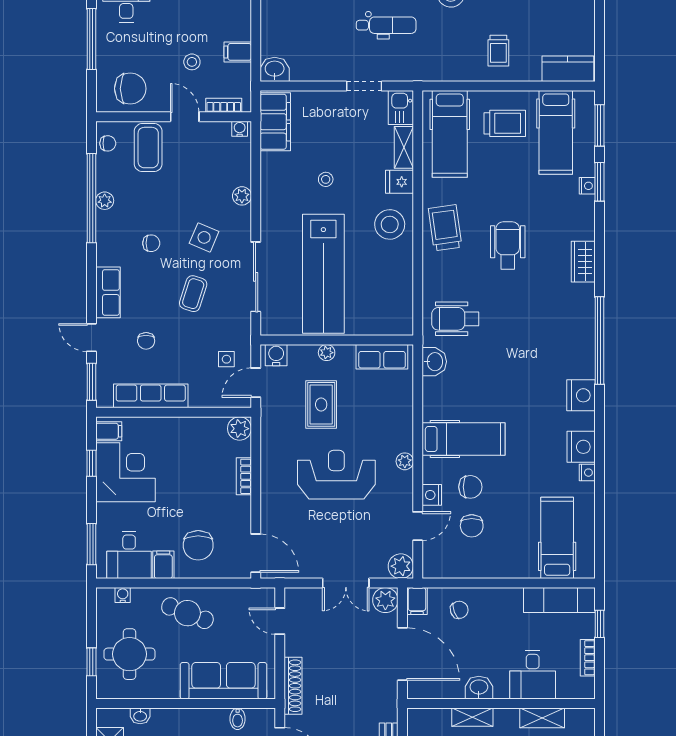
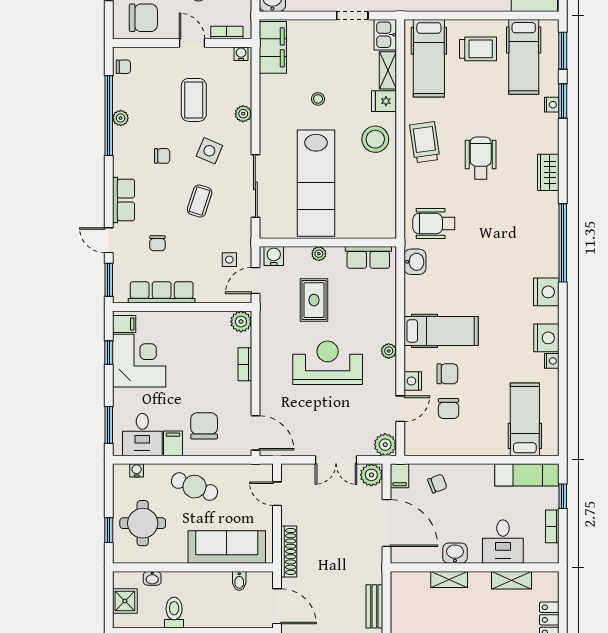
coffee table: (148, 148) -> (194, 100), moved
chair: (198, 545) -> (204, 426), turned 180

